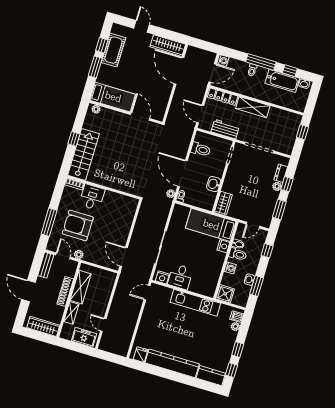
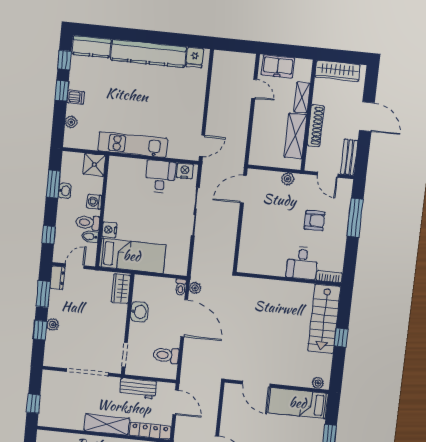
dresser: (281, 173) -> (57, 278), moved
armchair: (78, 225) -> (315, 221), width x0.53, depth x0.53
plant: (79, 255) -> (288, 179), moved
door: (124, 257) -> (244, 189), swing flipped
dishwasher: (237, 317) -> (76, 97), moved

